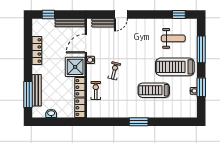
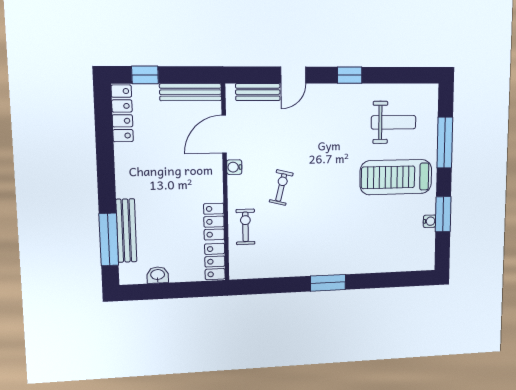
window: (179, 14) -> (350, 75), moved
locker: (37, 50) -> (122, 113), moved
shower: (75, 67) -> (204, 182), removed
treadmill: (154, 90) -> (356, 223), removed

